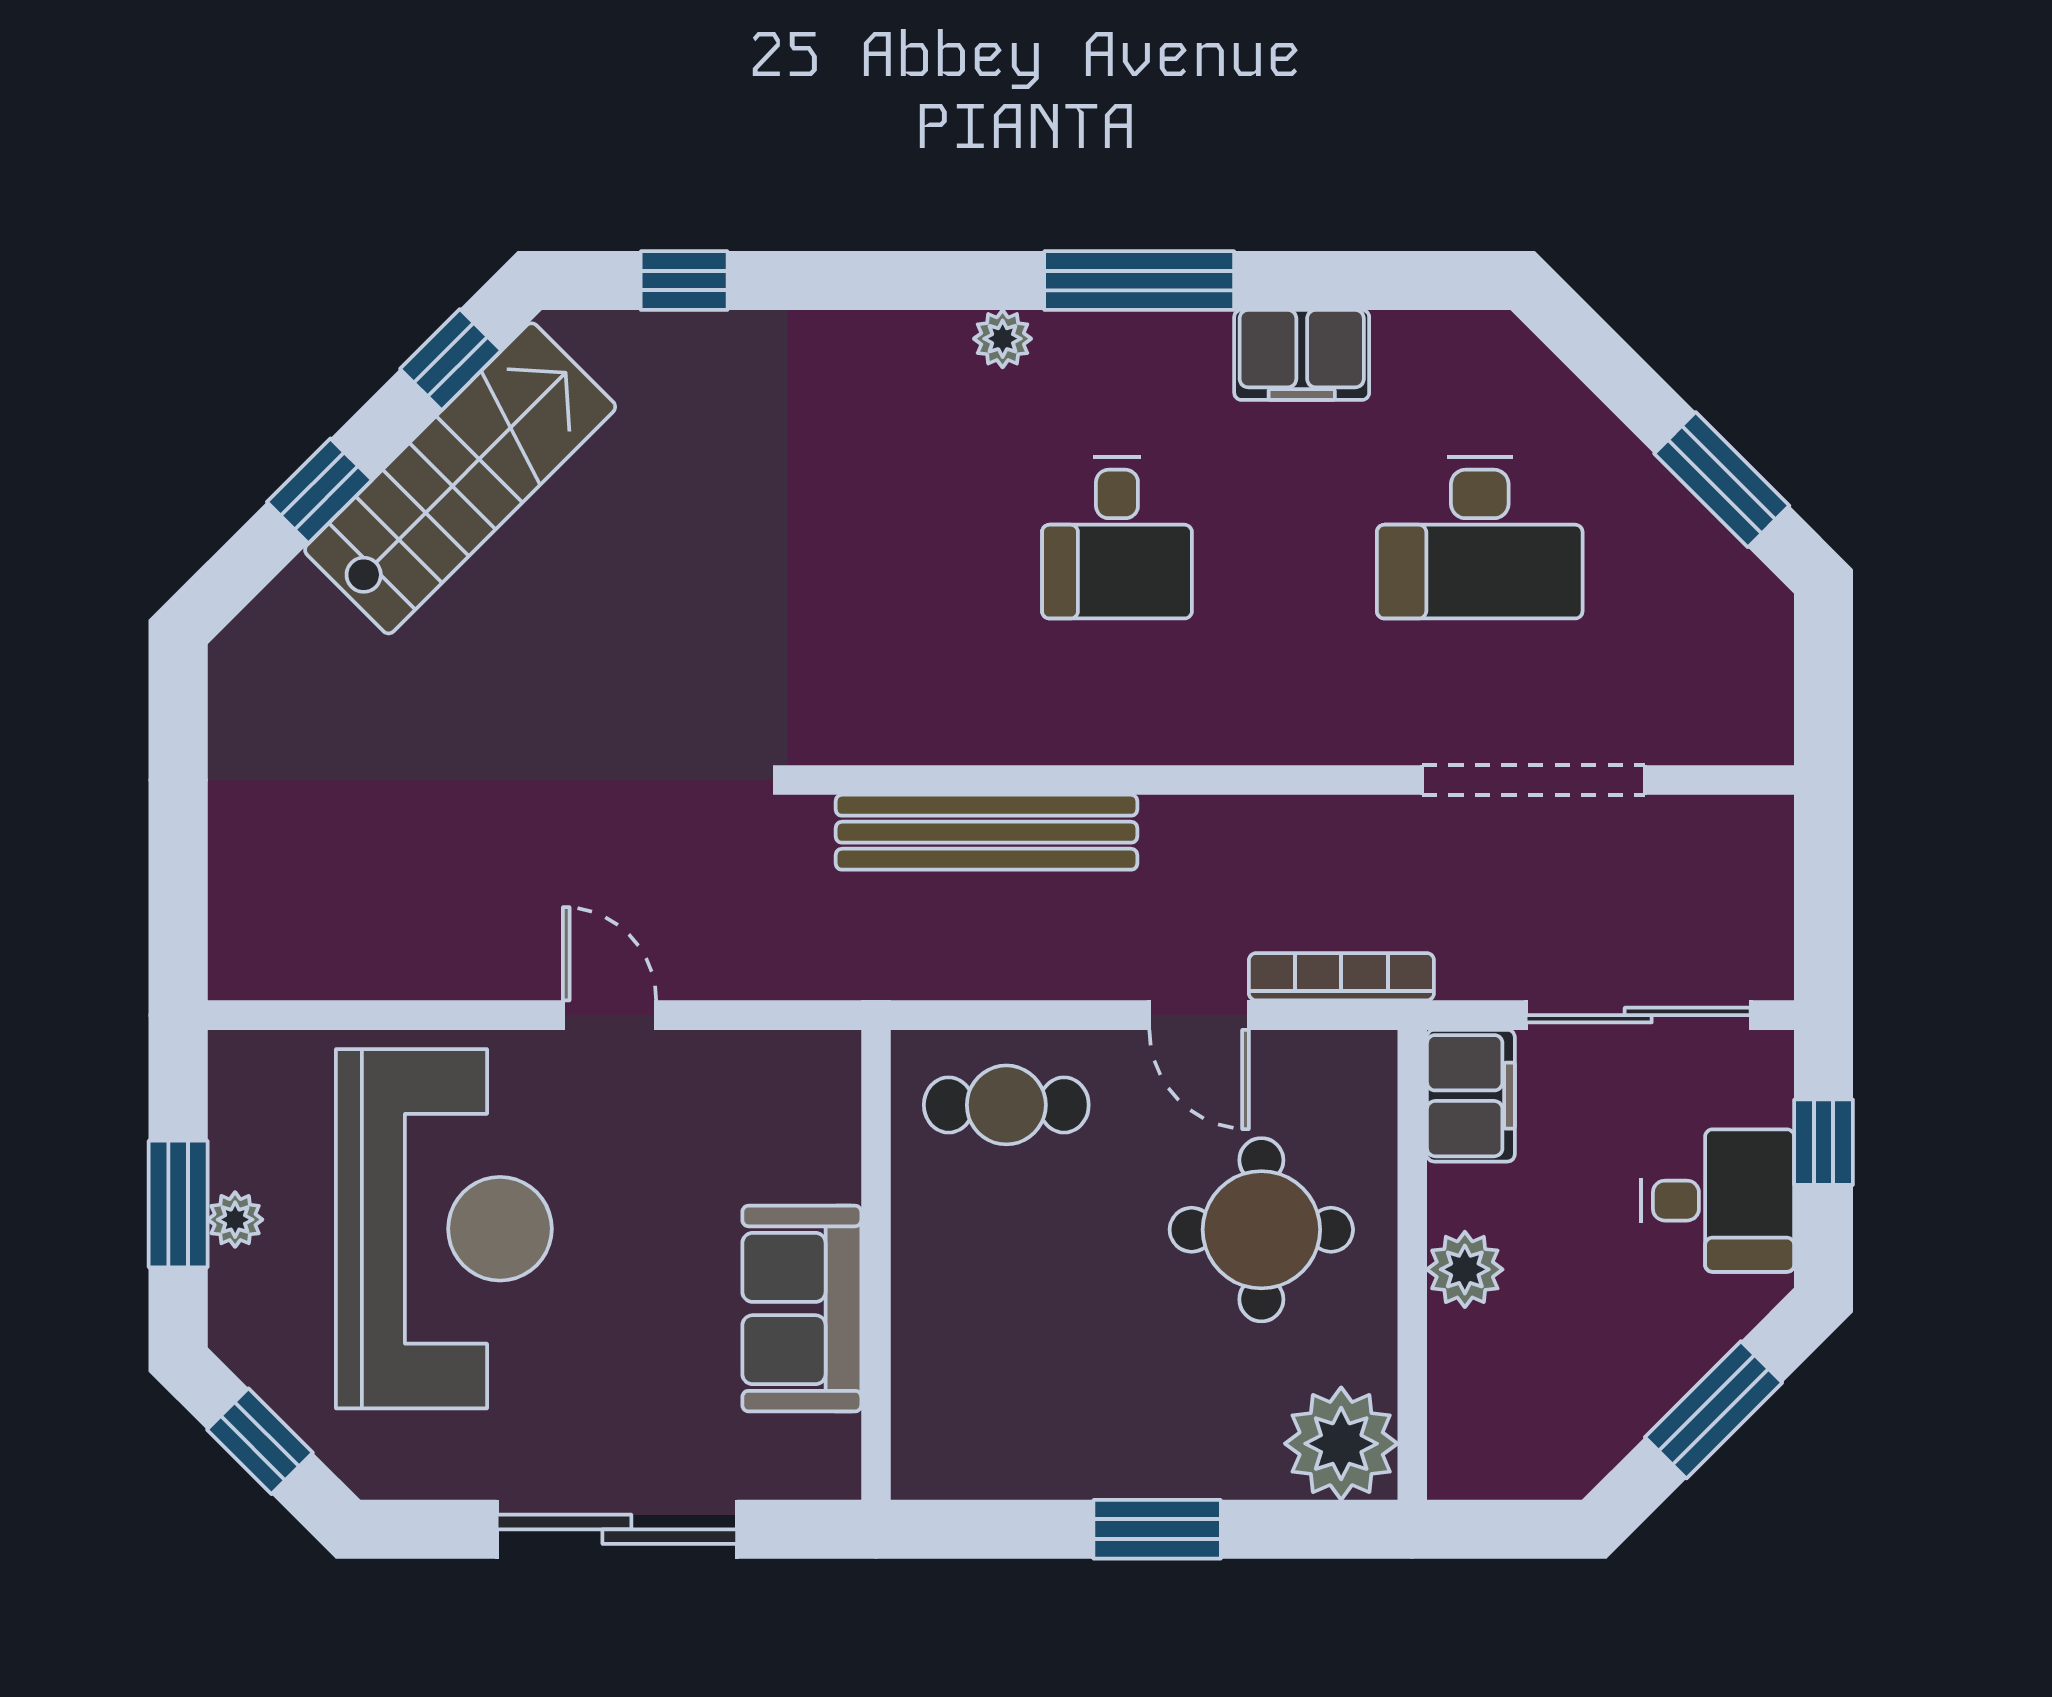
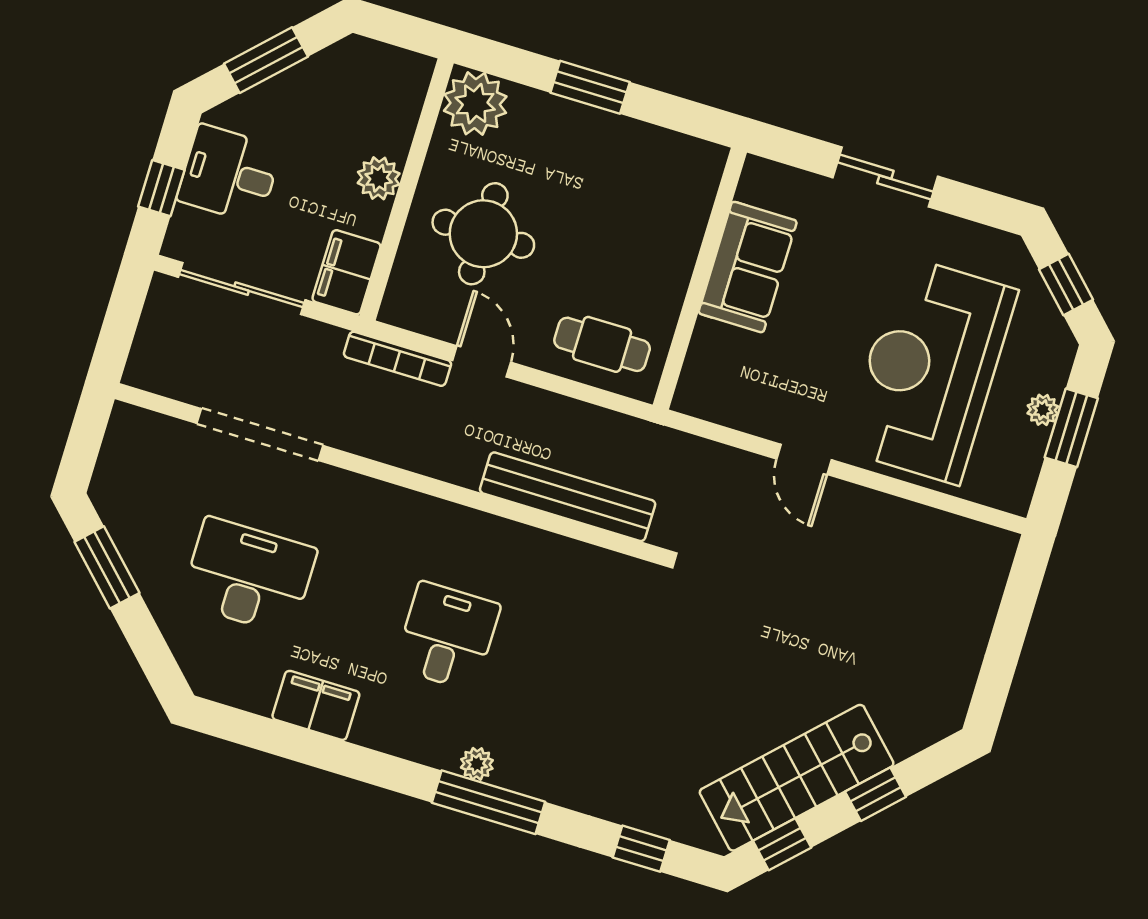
window: (1139, 281) -> (489, 802), moved
sliding door: (617, 1529) -> (885, 177), width x0.73

